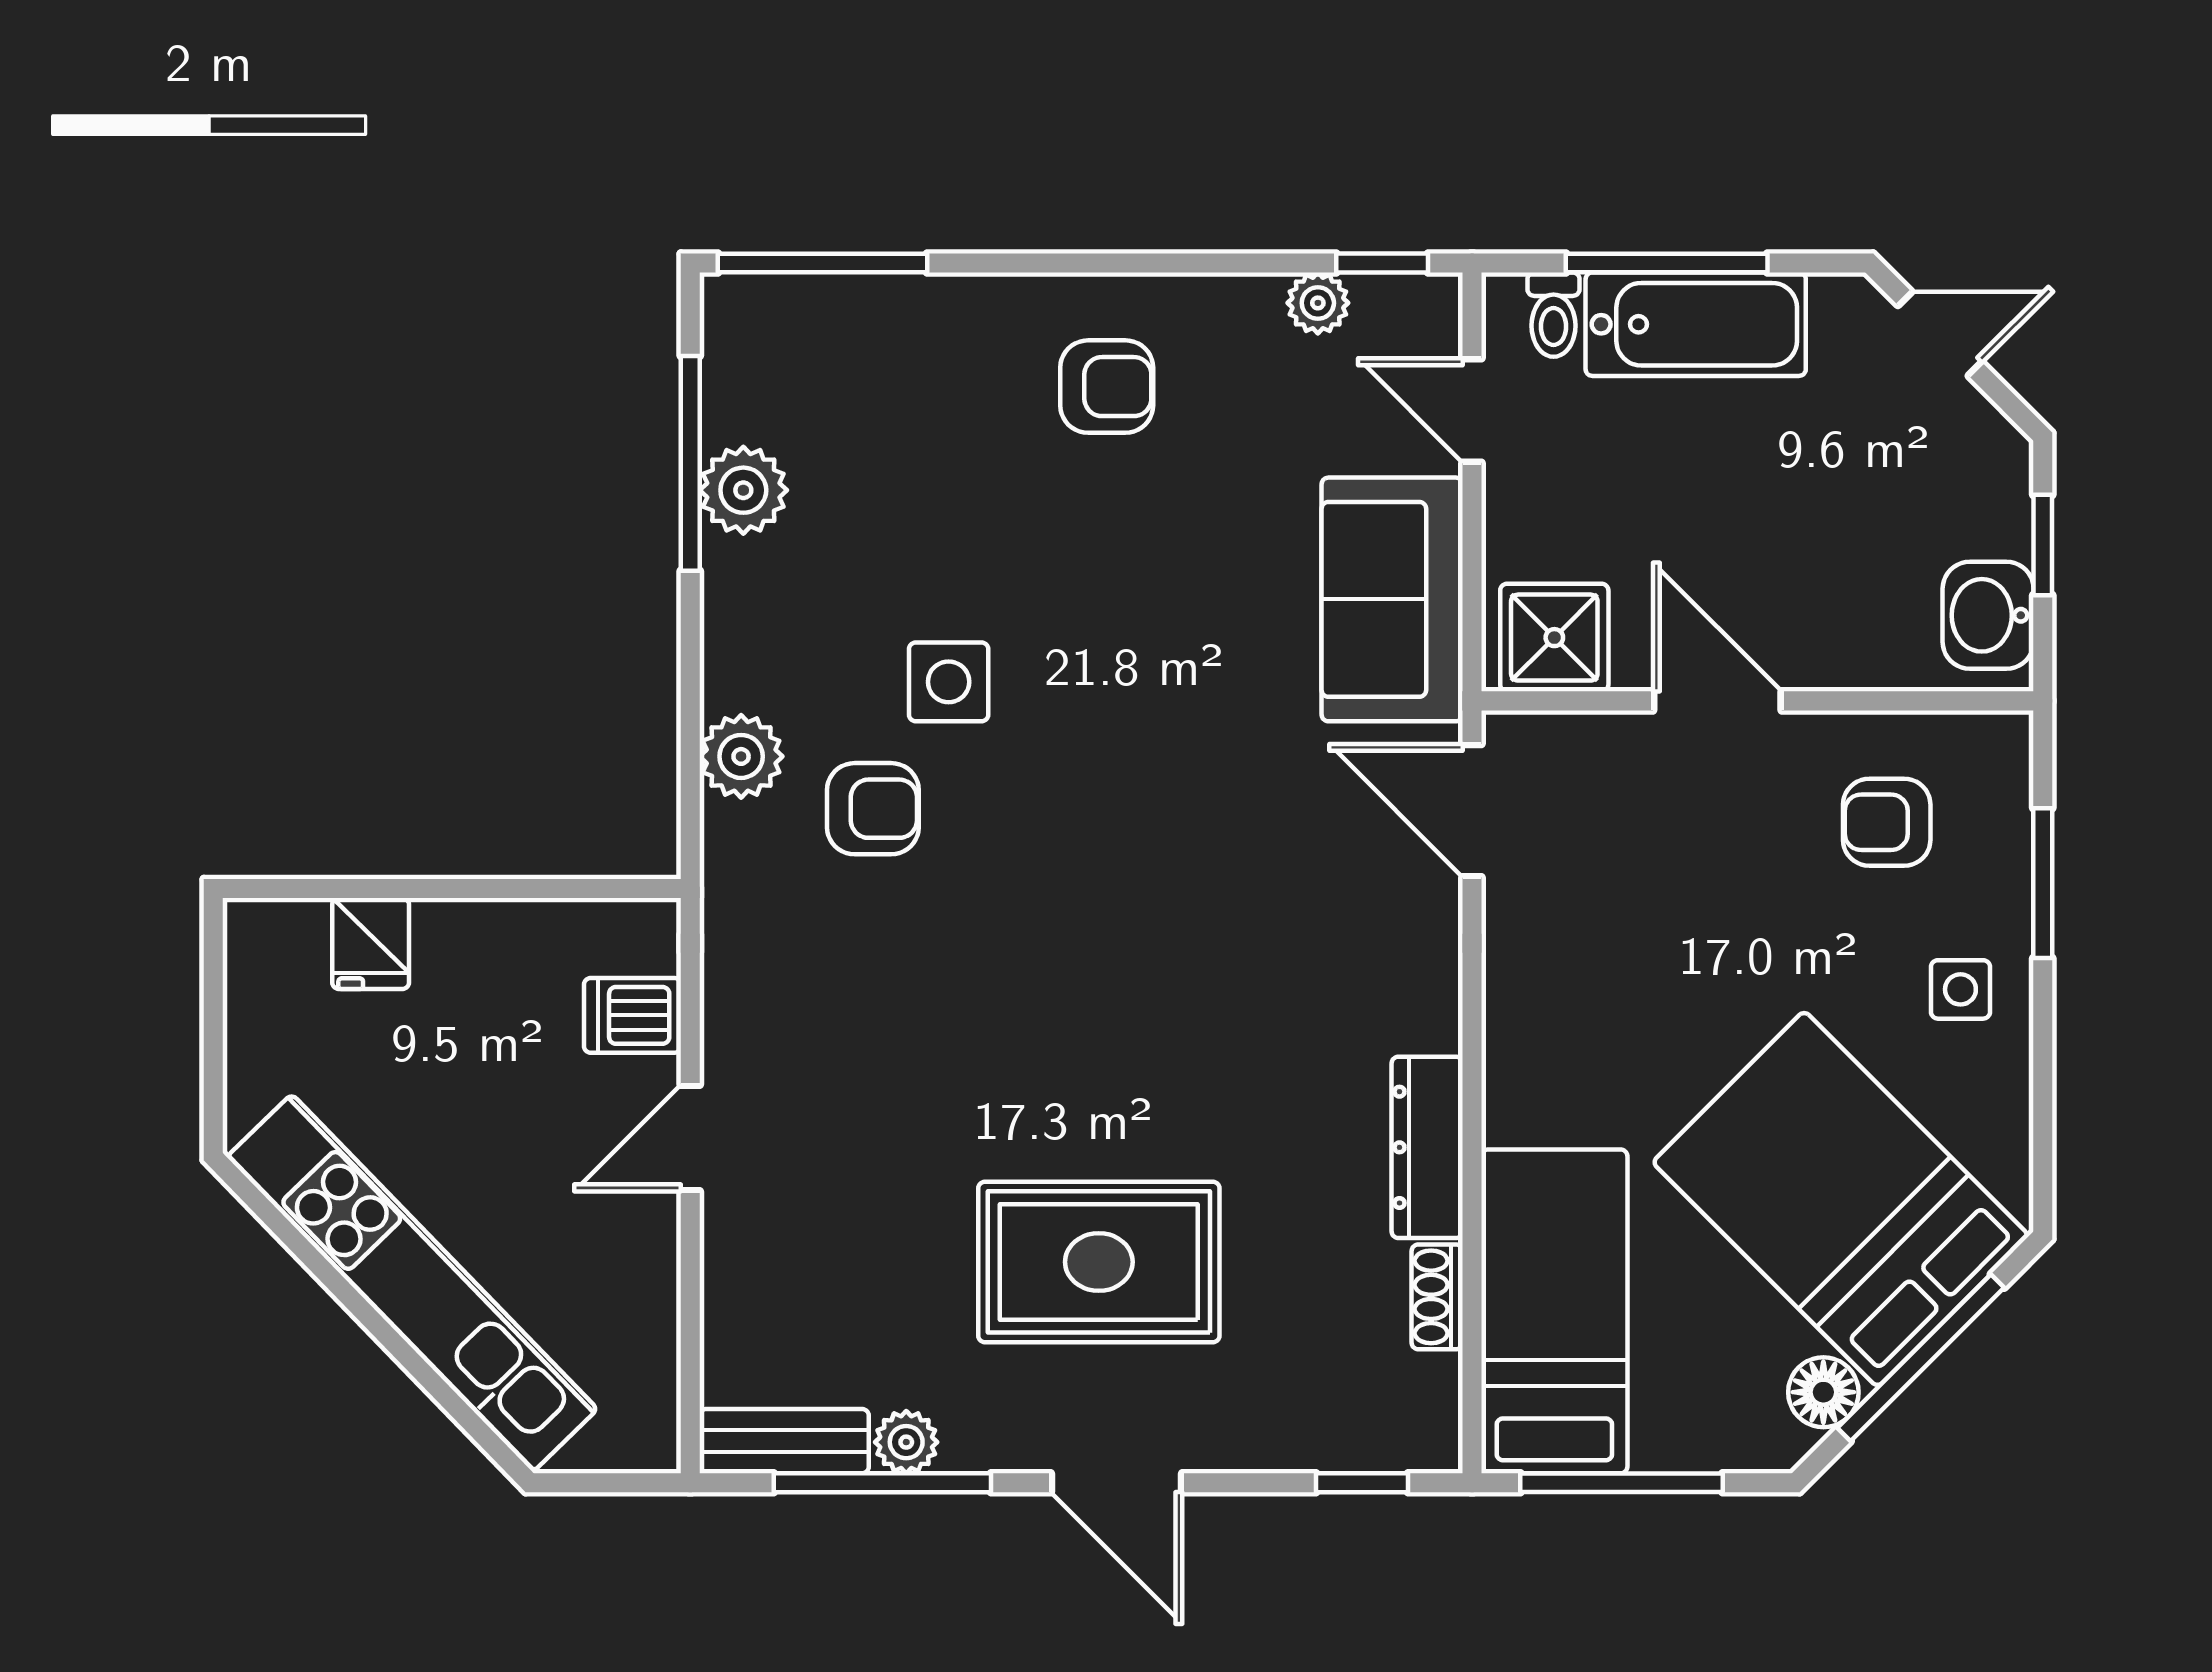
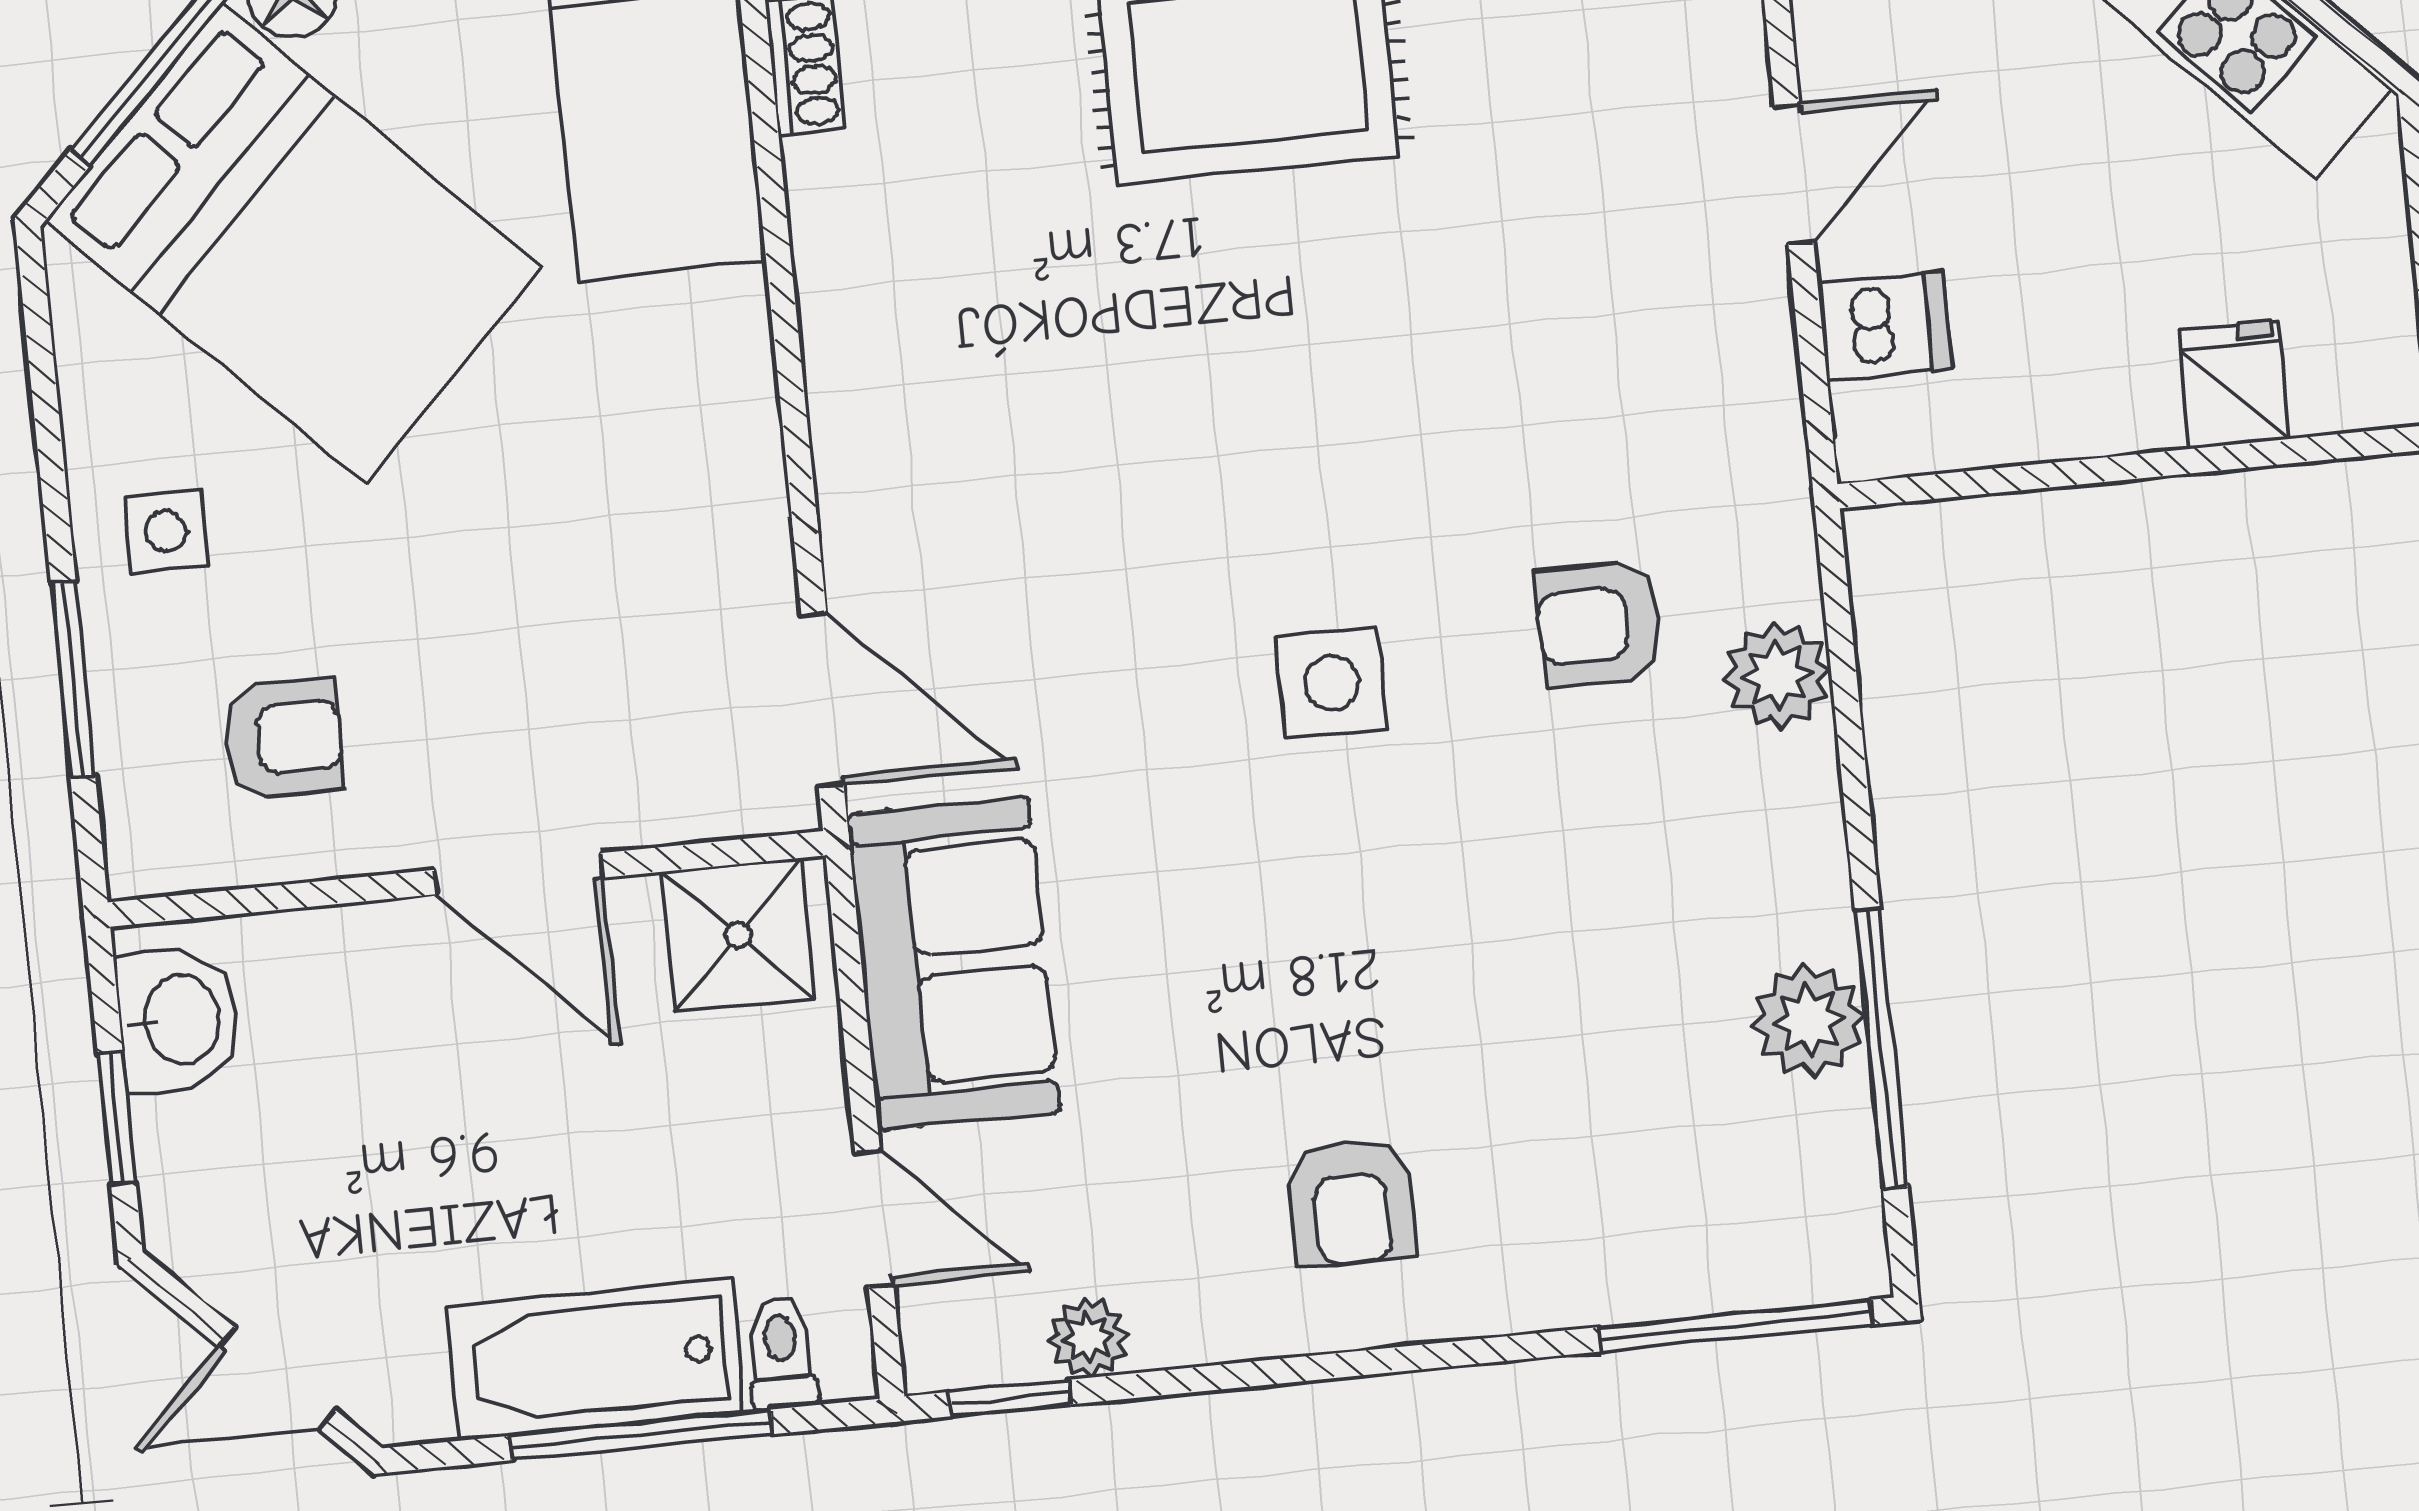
armchair: (1107, 387) -> (1351, 1202), turned -90
side table: (949, 682) -> (1332, 683), moved
dresser: (1427, 1147) -> (837, 257), removed

